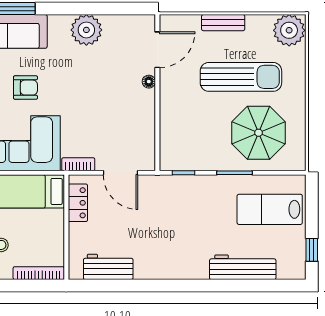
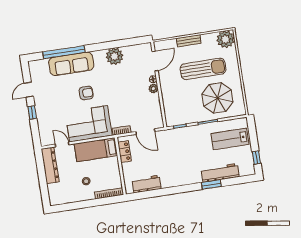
plant: (147, 98) -> (153, 89), added
window: (224, 286) -> (211, 185), added

